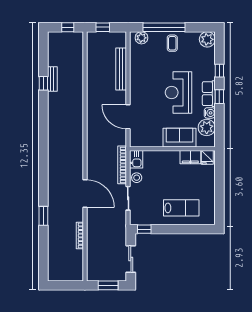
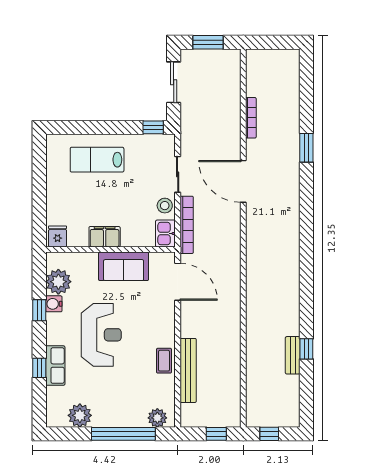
plant: (207, 39) -> (80, 415), moved
coffee table: (172, 43) -> (164, 361), moved
row of seats: (209, 94) -> (55, 366), moved
window: (219, 97) -> (39, 310), moved
door: (128, 117) -> (178, 282), moved
sofa: (179, 138) -> (124, 266), moved
filing cabinet: (190, 157) -> (105, 237), moved

